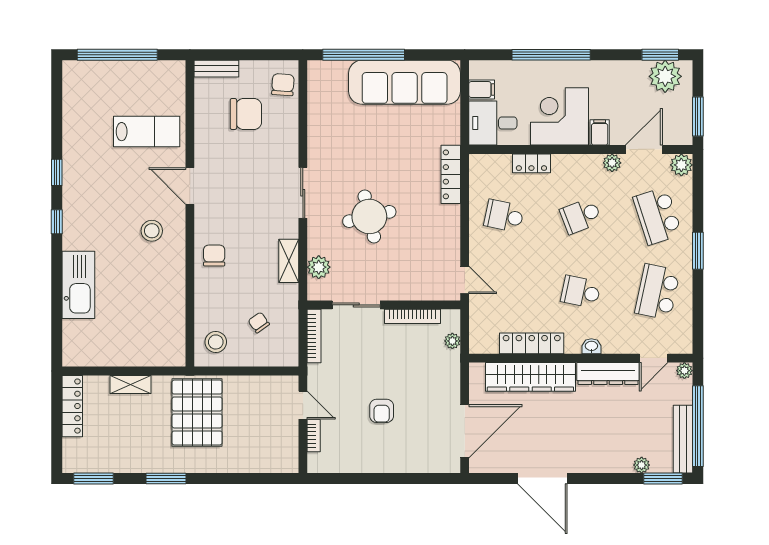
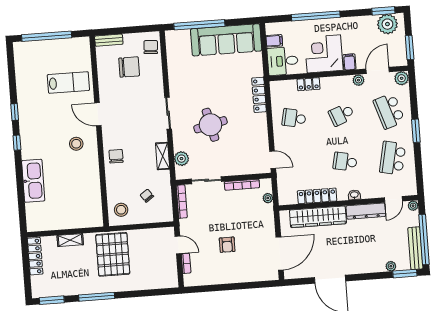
window: (166, 479) -> (97, 297), width x1.44

